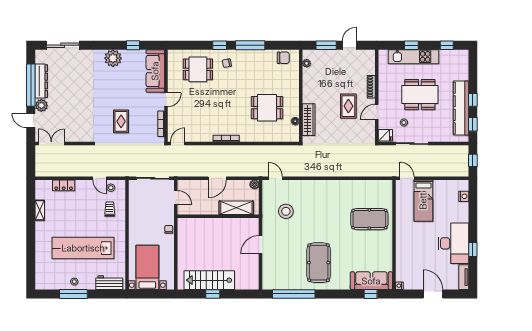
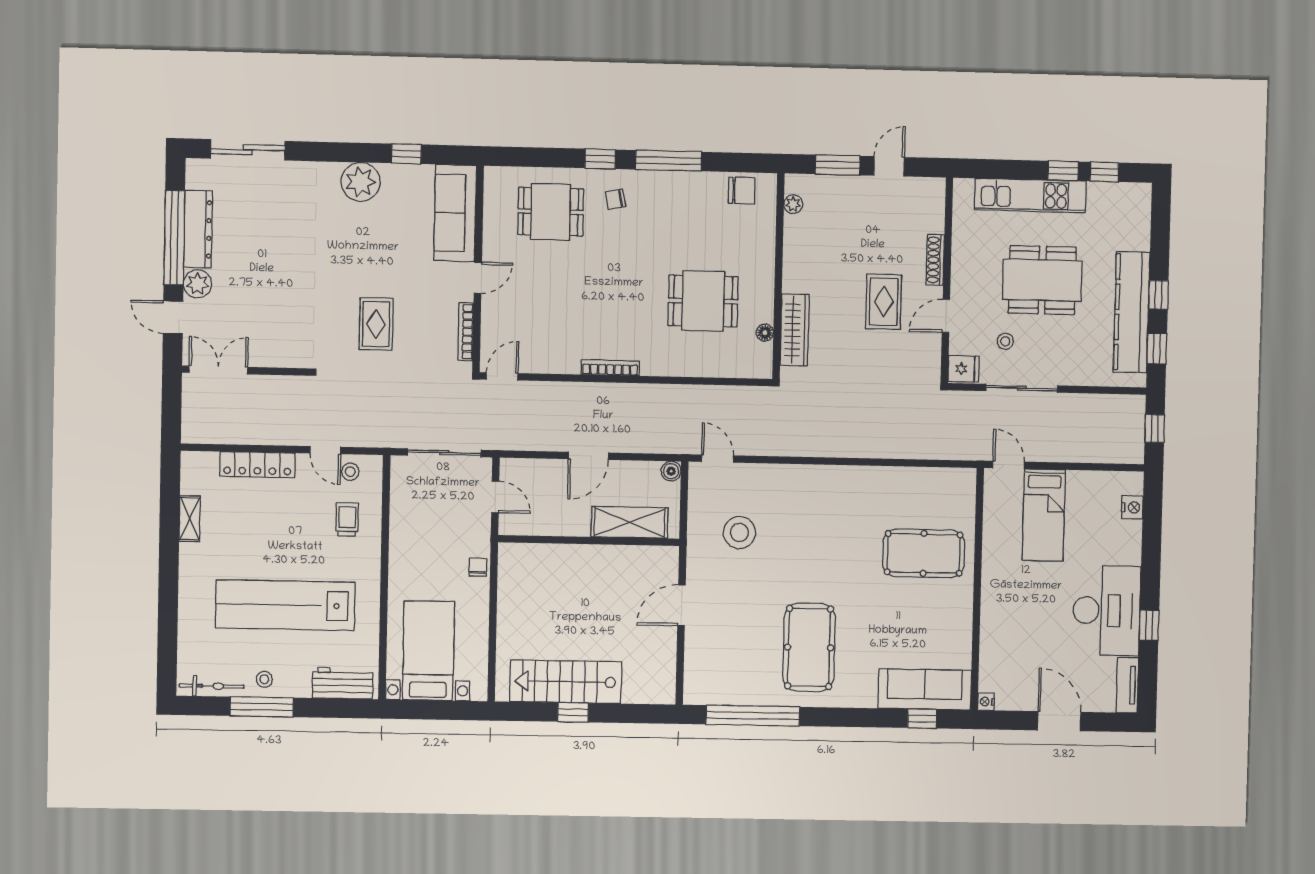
window: (411, 45) -> (1063, 171), moved
locker: (64, 185) -> (257, 465), width x1.53
bicycle: (51, 285) -> (212, 686), added

